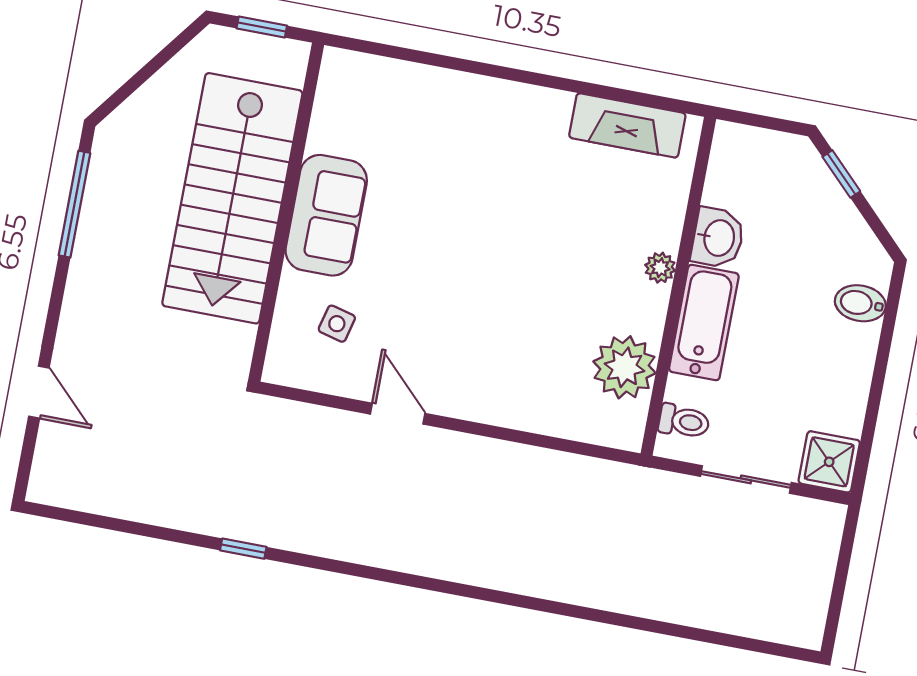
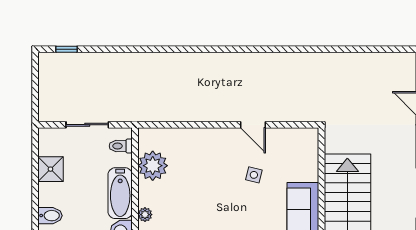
side table: (337, 324) -> (254, 175), moved
shower: (829, 462) -> (50, 169), moved
window: (243, 549) -> (67, 49), moved

